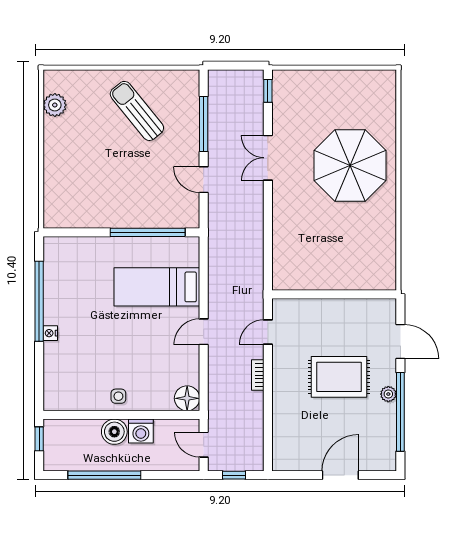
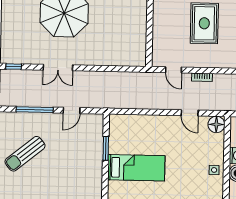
window: (148, 232) -> (106, 148), width x0.47
bed: (157, 287) -> (136, 168), moved, turned -90
door: (204, 332) -> (190, 113), moved

